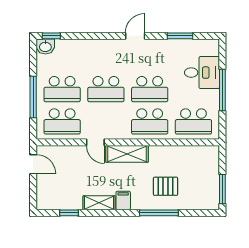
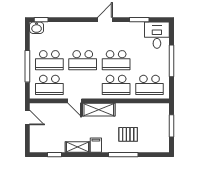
desk: (202, 73) -> (157, 35), moved, turned -90
window: (222, 189) -> (172, 126), moved

